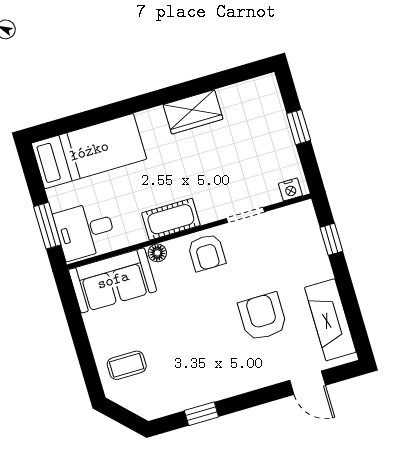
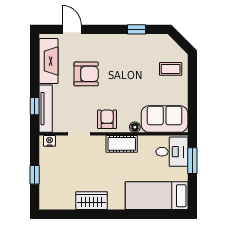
tv unit: (312, 241) -> (46, 109), added
armchair: (263, 317) -> (86, 74), turned -90

